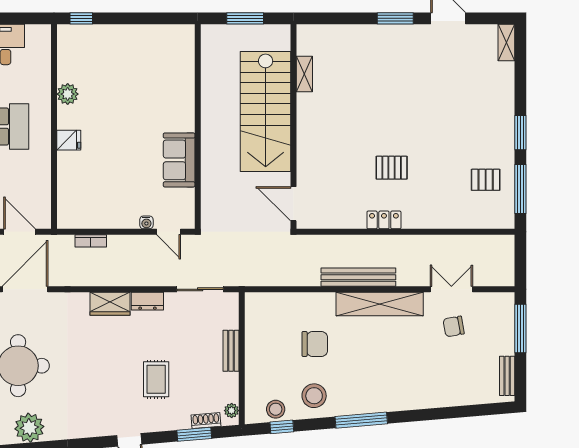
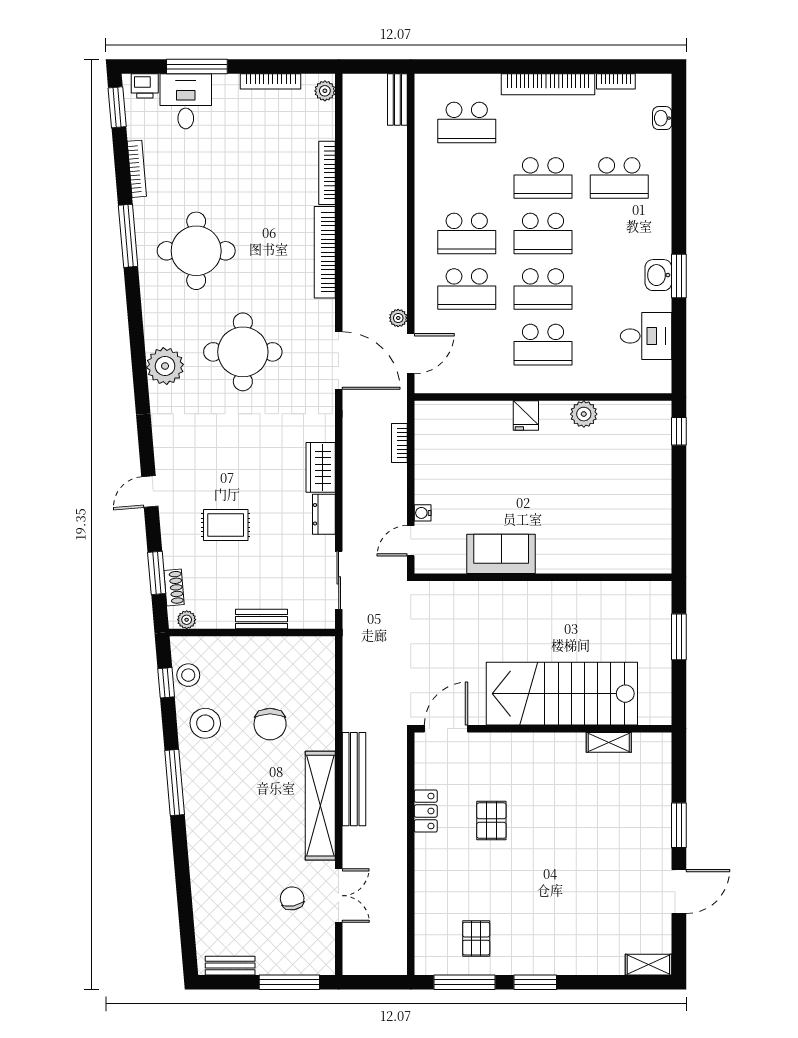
shelving: (304, 74) -> (609, 742), moved
stairs: (266, 111) -> (562, 694), moved
wall: (293, 127) -> (543, 729), moved
door: (293, 204) -> (446, 729), moved

